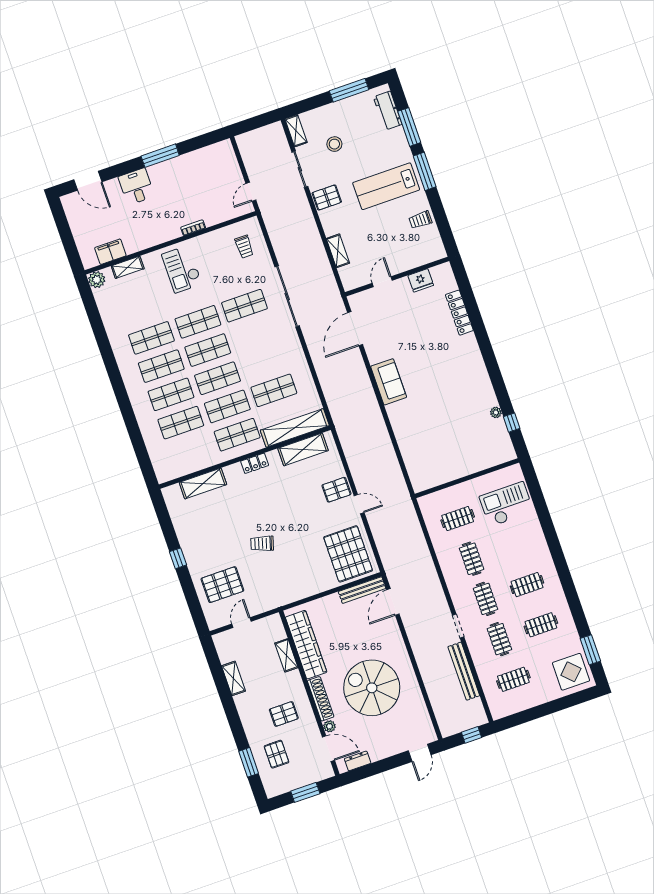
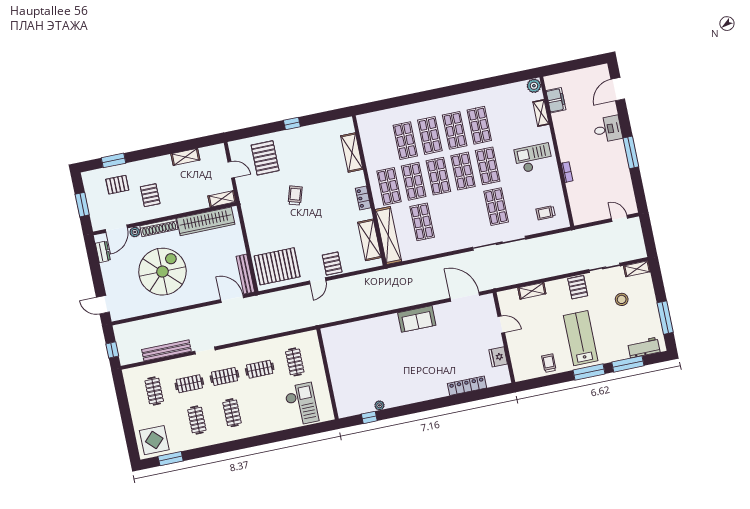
door: (251, 192) -> (619, 218), moved
shelving: (286, 655) -> (222, 199), moved

